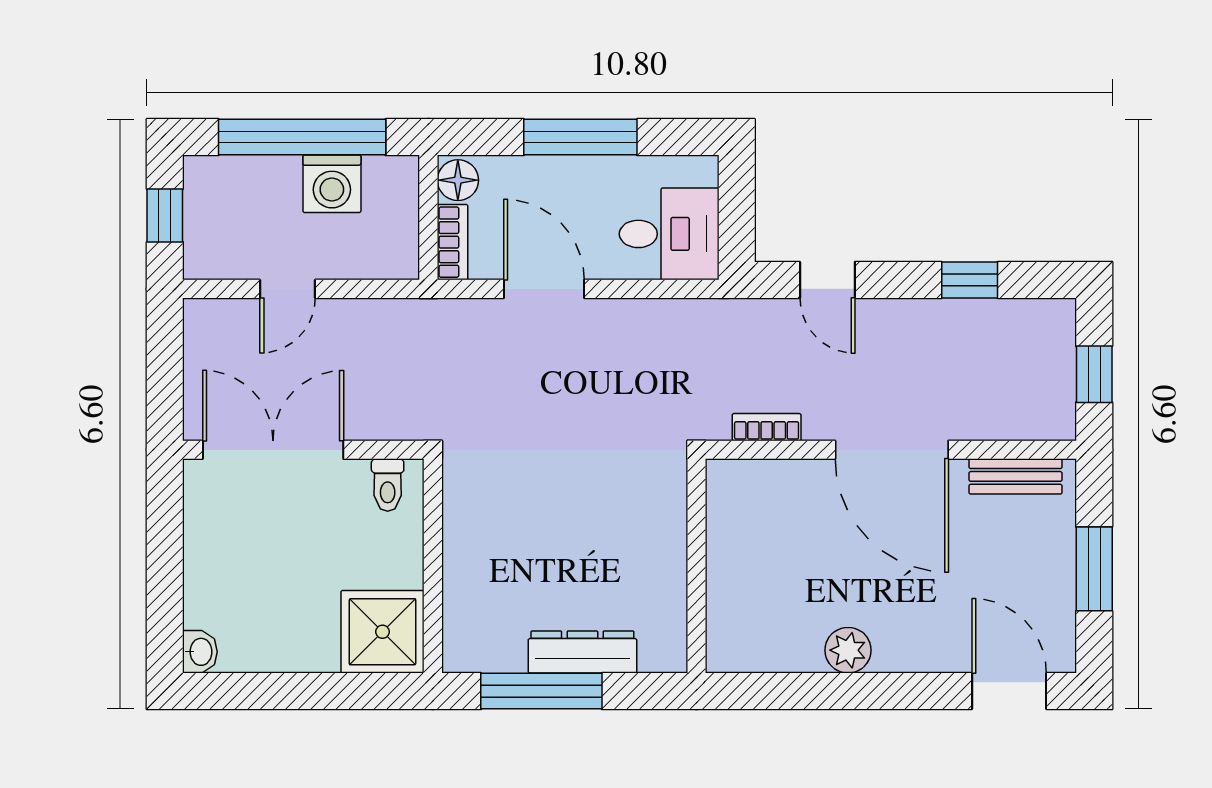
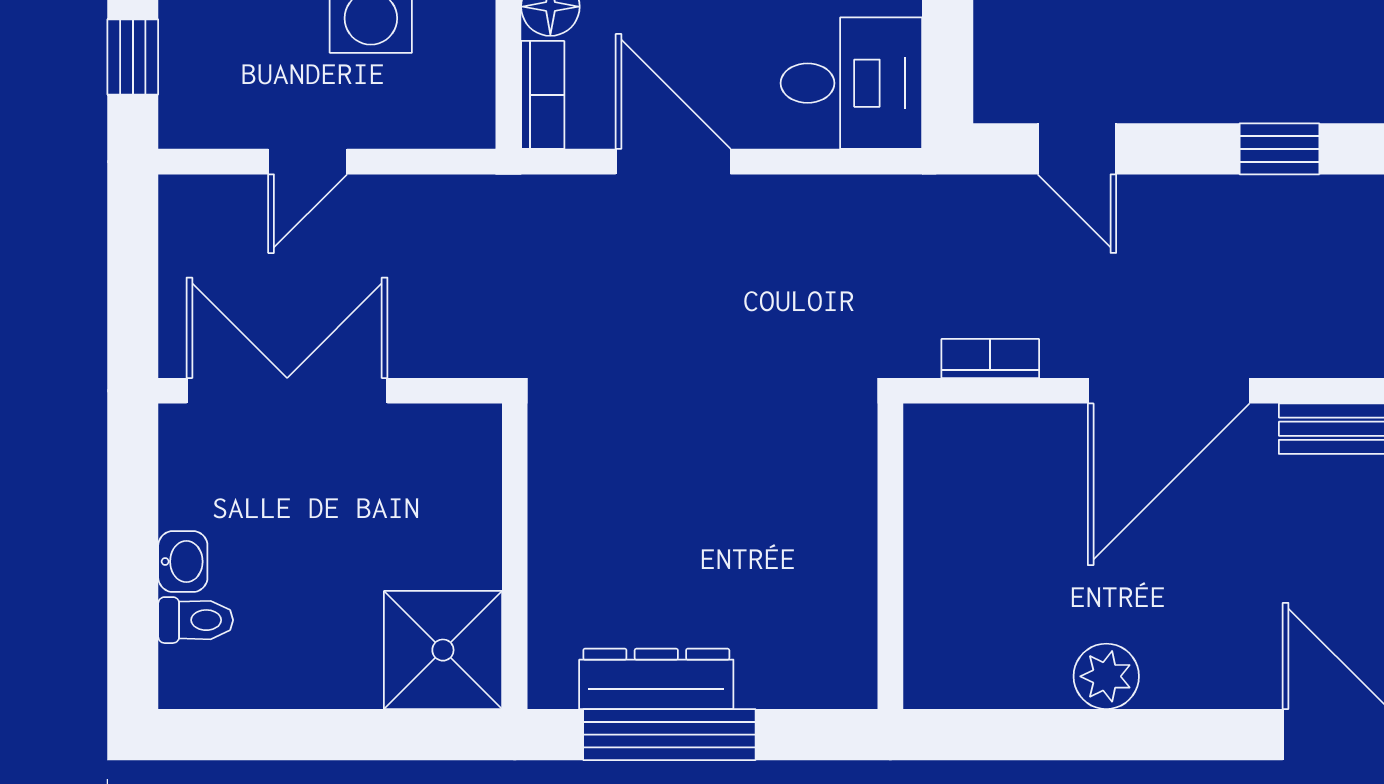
door: (892, 450) -> (1169, 391), hinge flipped
toilet: (388, 485) -> (196, 620), moved, turned -90
washbasin: (200, 652) -> (183, 562), moved
dresser: (582, 652) -> (656, 679), moved

